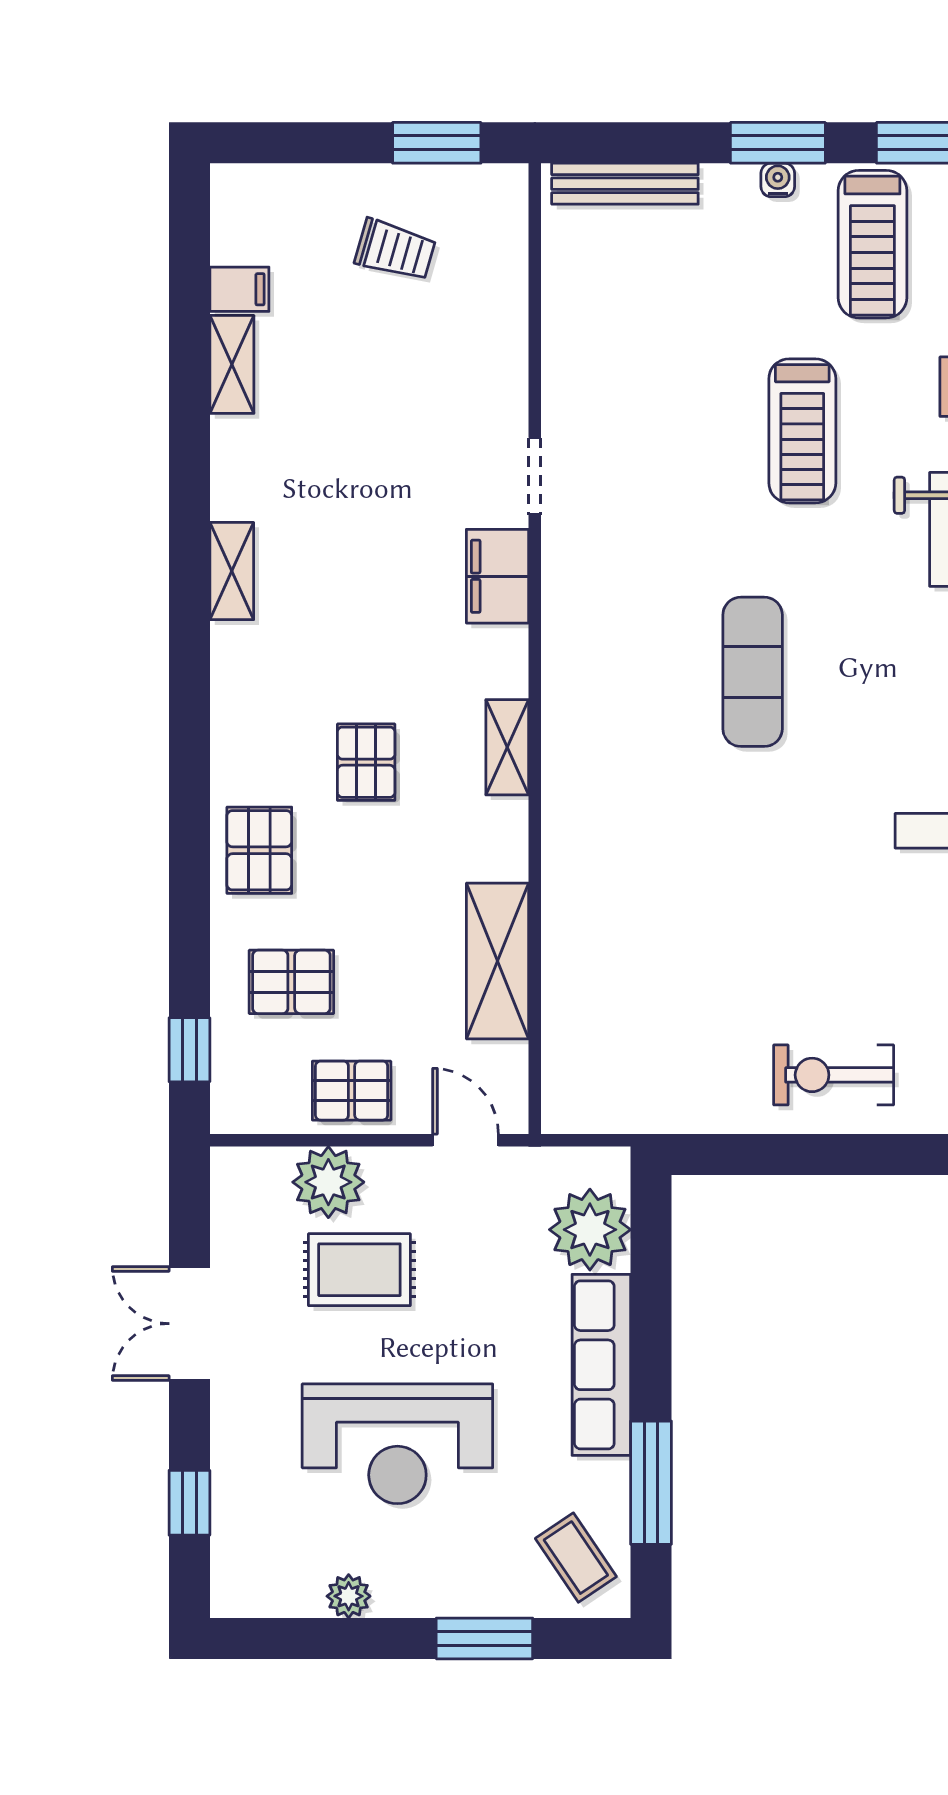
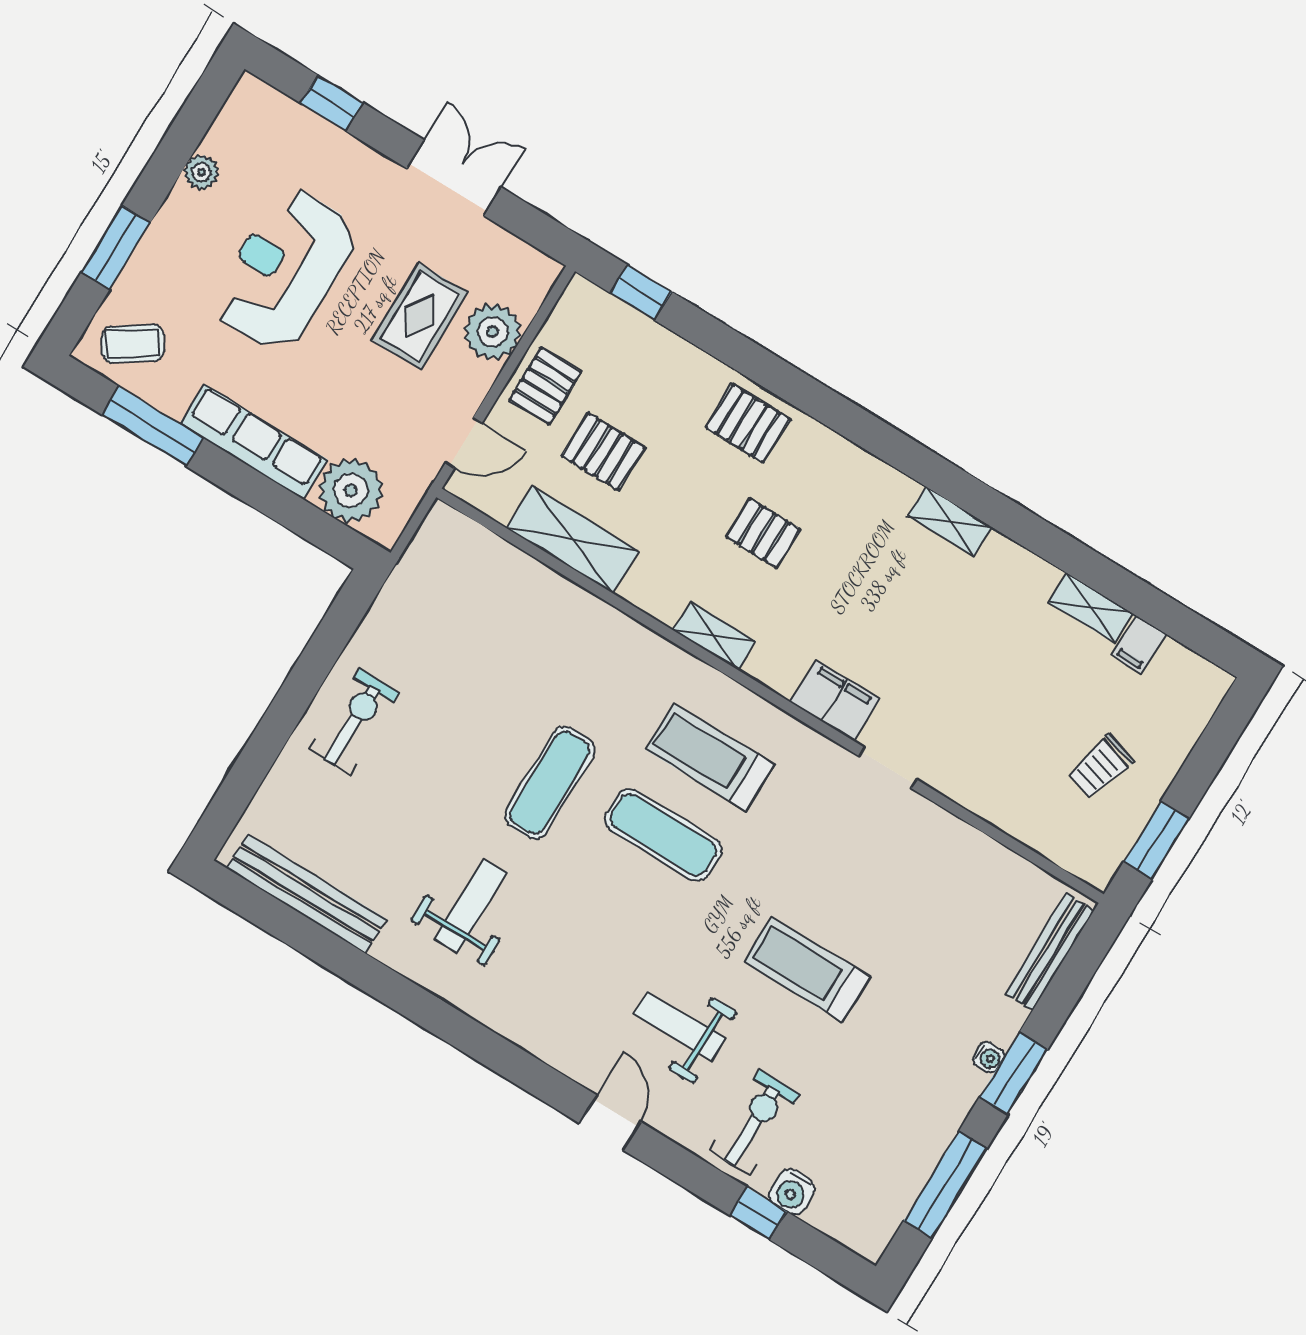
treadmill: (872, 244) -> (710, 757), moved
exercise mat: (771, 827) -> (550, 783), added
pallet: (291, 982) -> (603, 451), moved, turned 90

